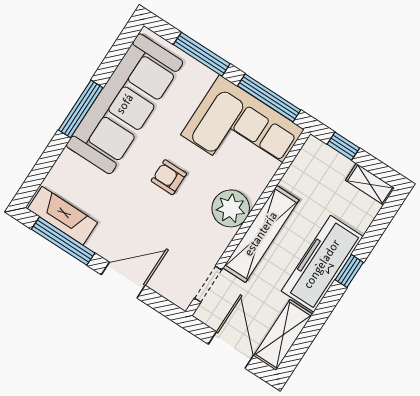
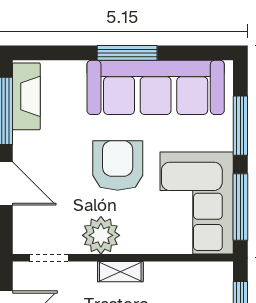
armchair: (169, 177) -> (118, 165), width x1.88, depth x1.88
plant: (231, 208) -> (101, 235), moved
shelving: (261, 234) -> (120, 272), width x0.45, depth x0.75

